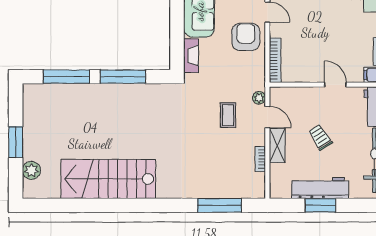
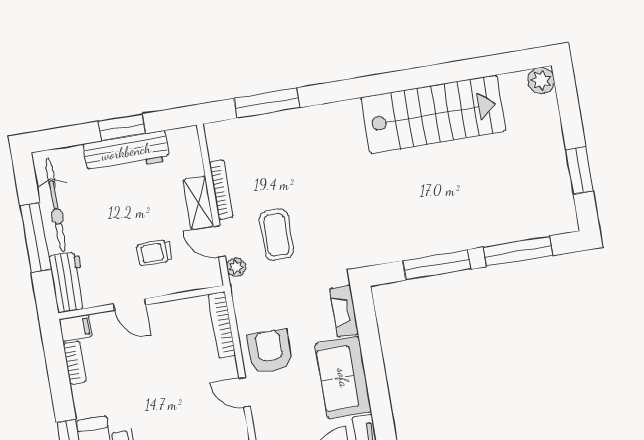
armchair: (246, 37) -> (270, 351), turned 180
coffee table: (228, 115) -> (276, 235), width x1.36, depth x1.30
trolley: (320, 137) -> (155, 253), moved, turned 122
window: (16, 142) -> (579, 170), moved
bookcase: (260, 159) -> (221, 190), width x1.56
plant: (31, 170) -> (541, 80), moved

